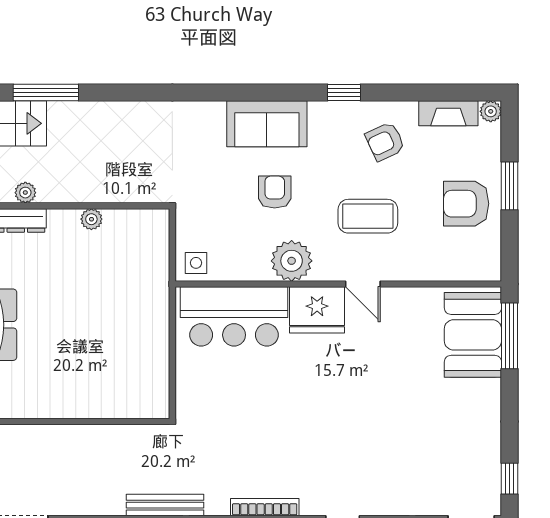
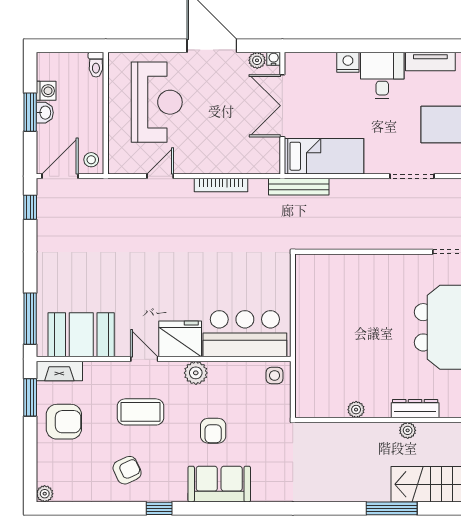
fireplace: (448, 113) -> (59, 371), moved, turned 180
window: (509, 186) -> (30, 397), moved
plant: (292, 261) -> (196, 373), width x0.73, depth x0.73
booth: (473, 335) -> (81, 335), moved, turned 90

